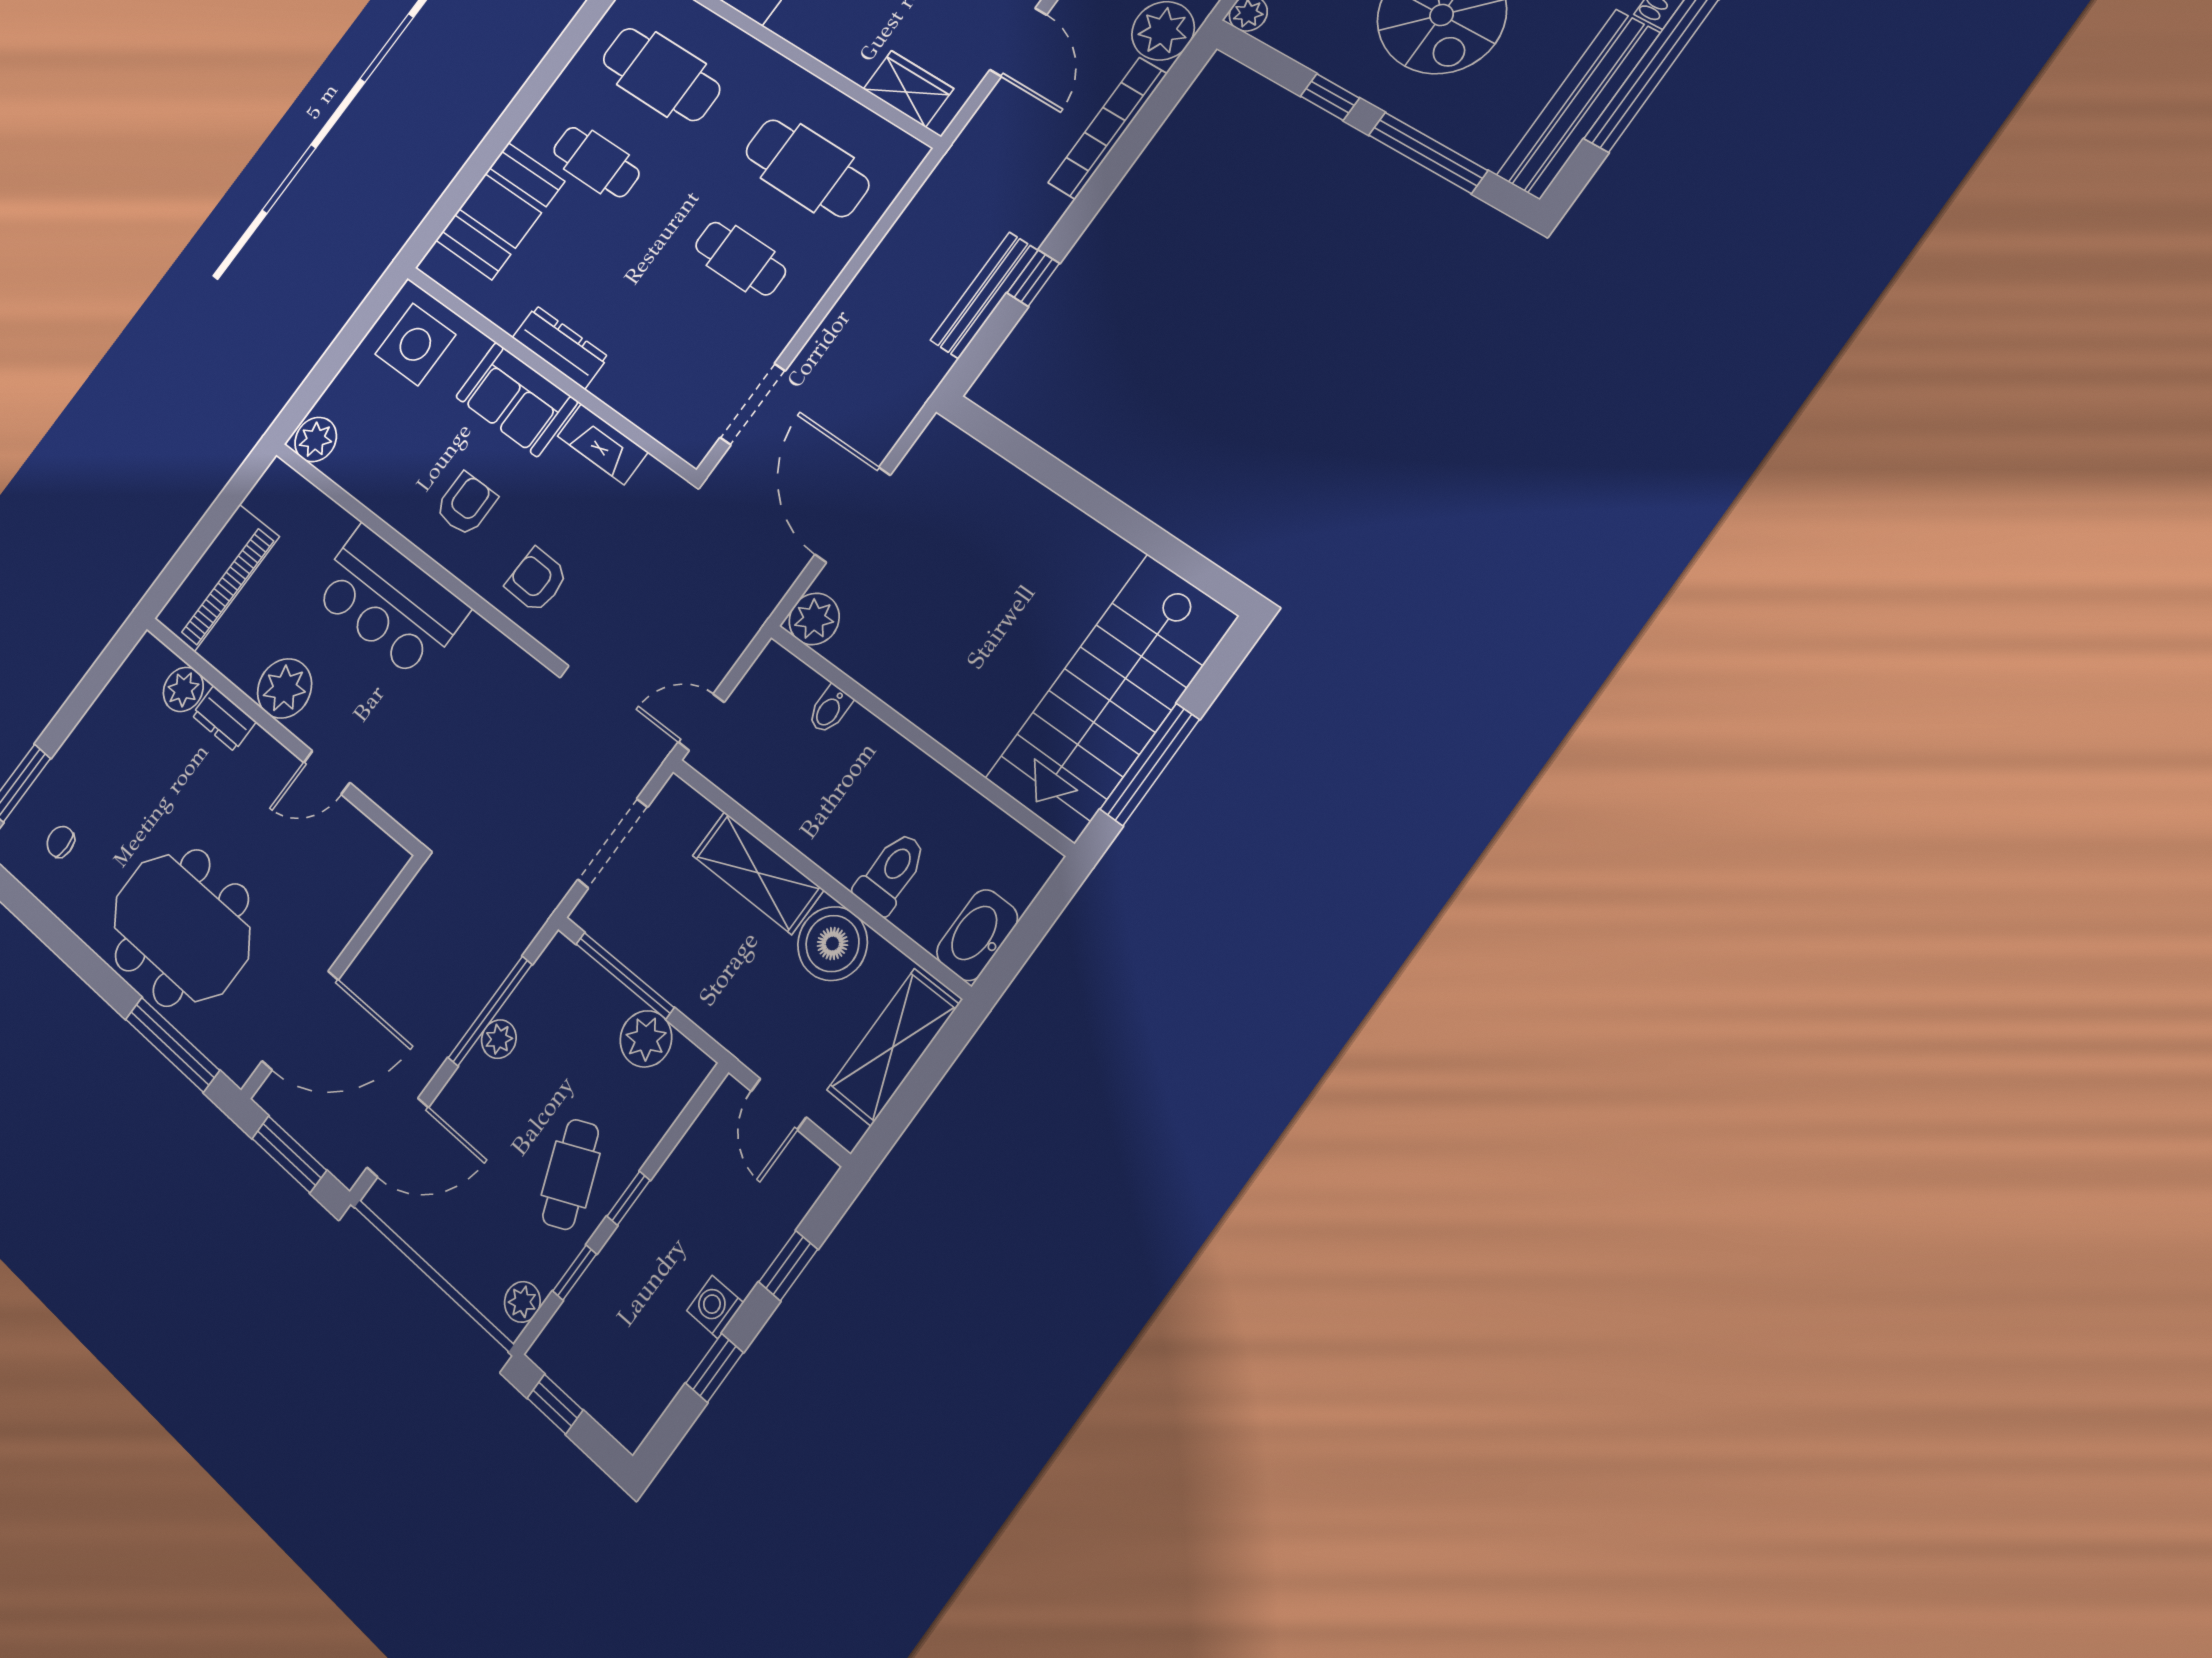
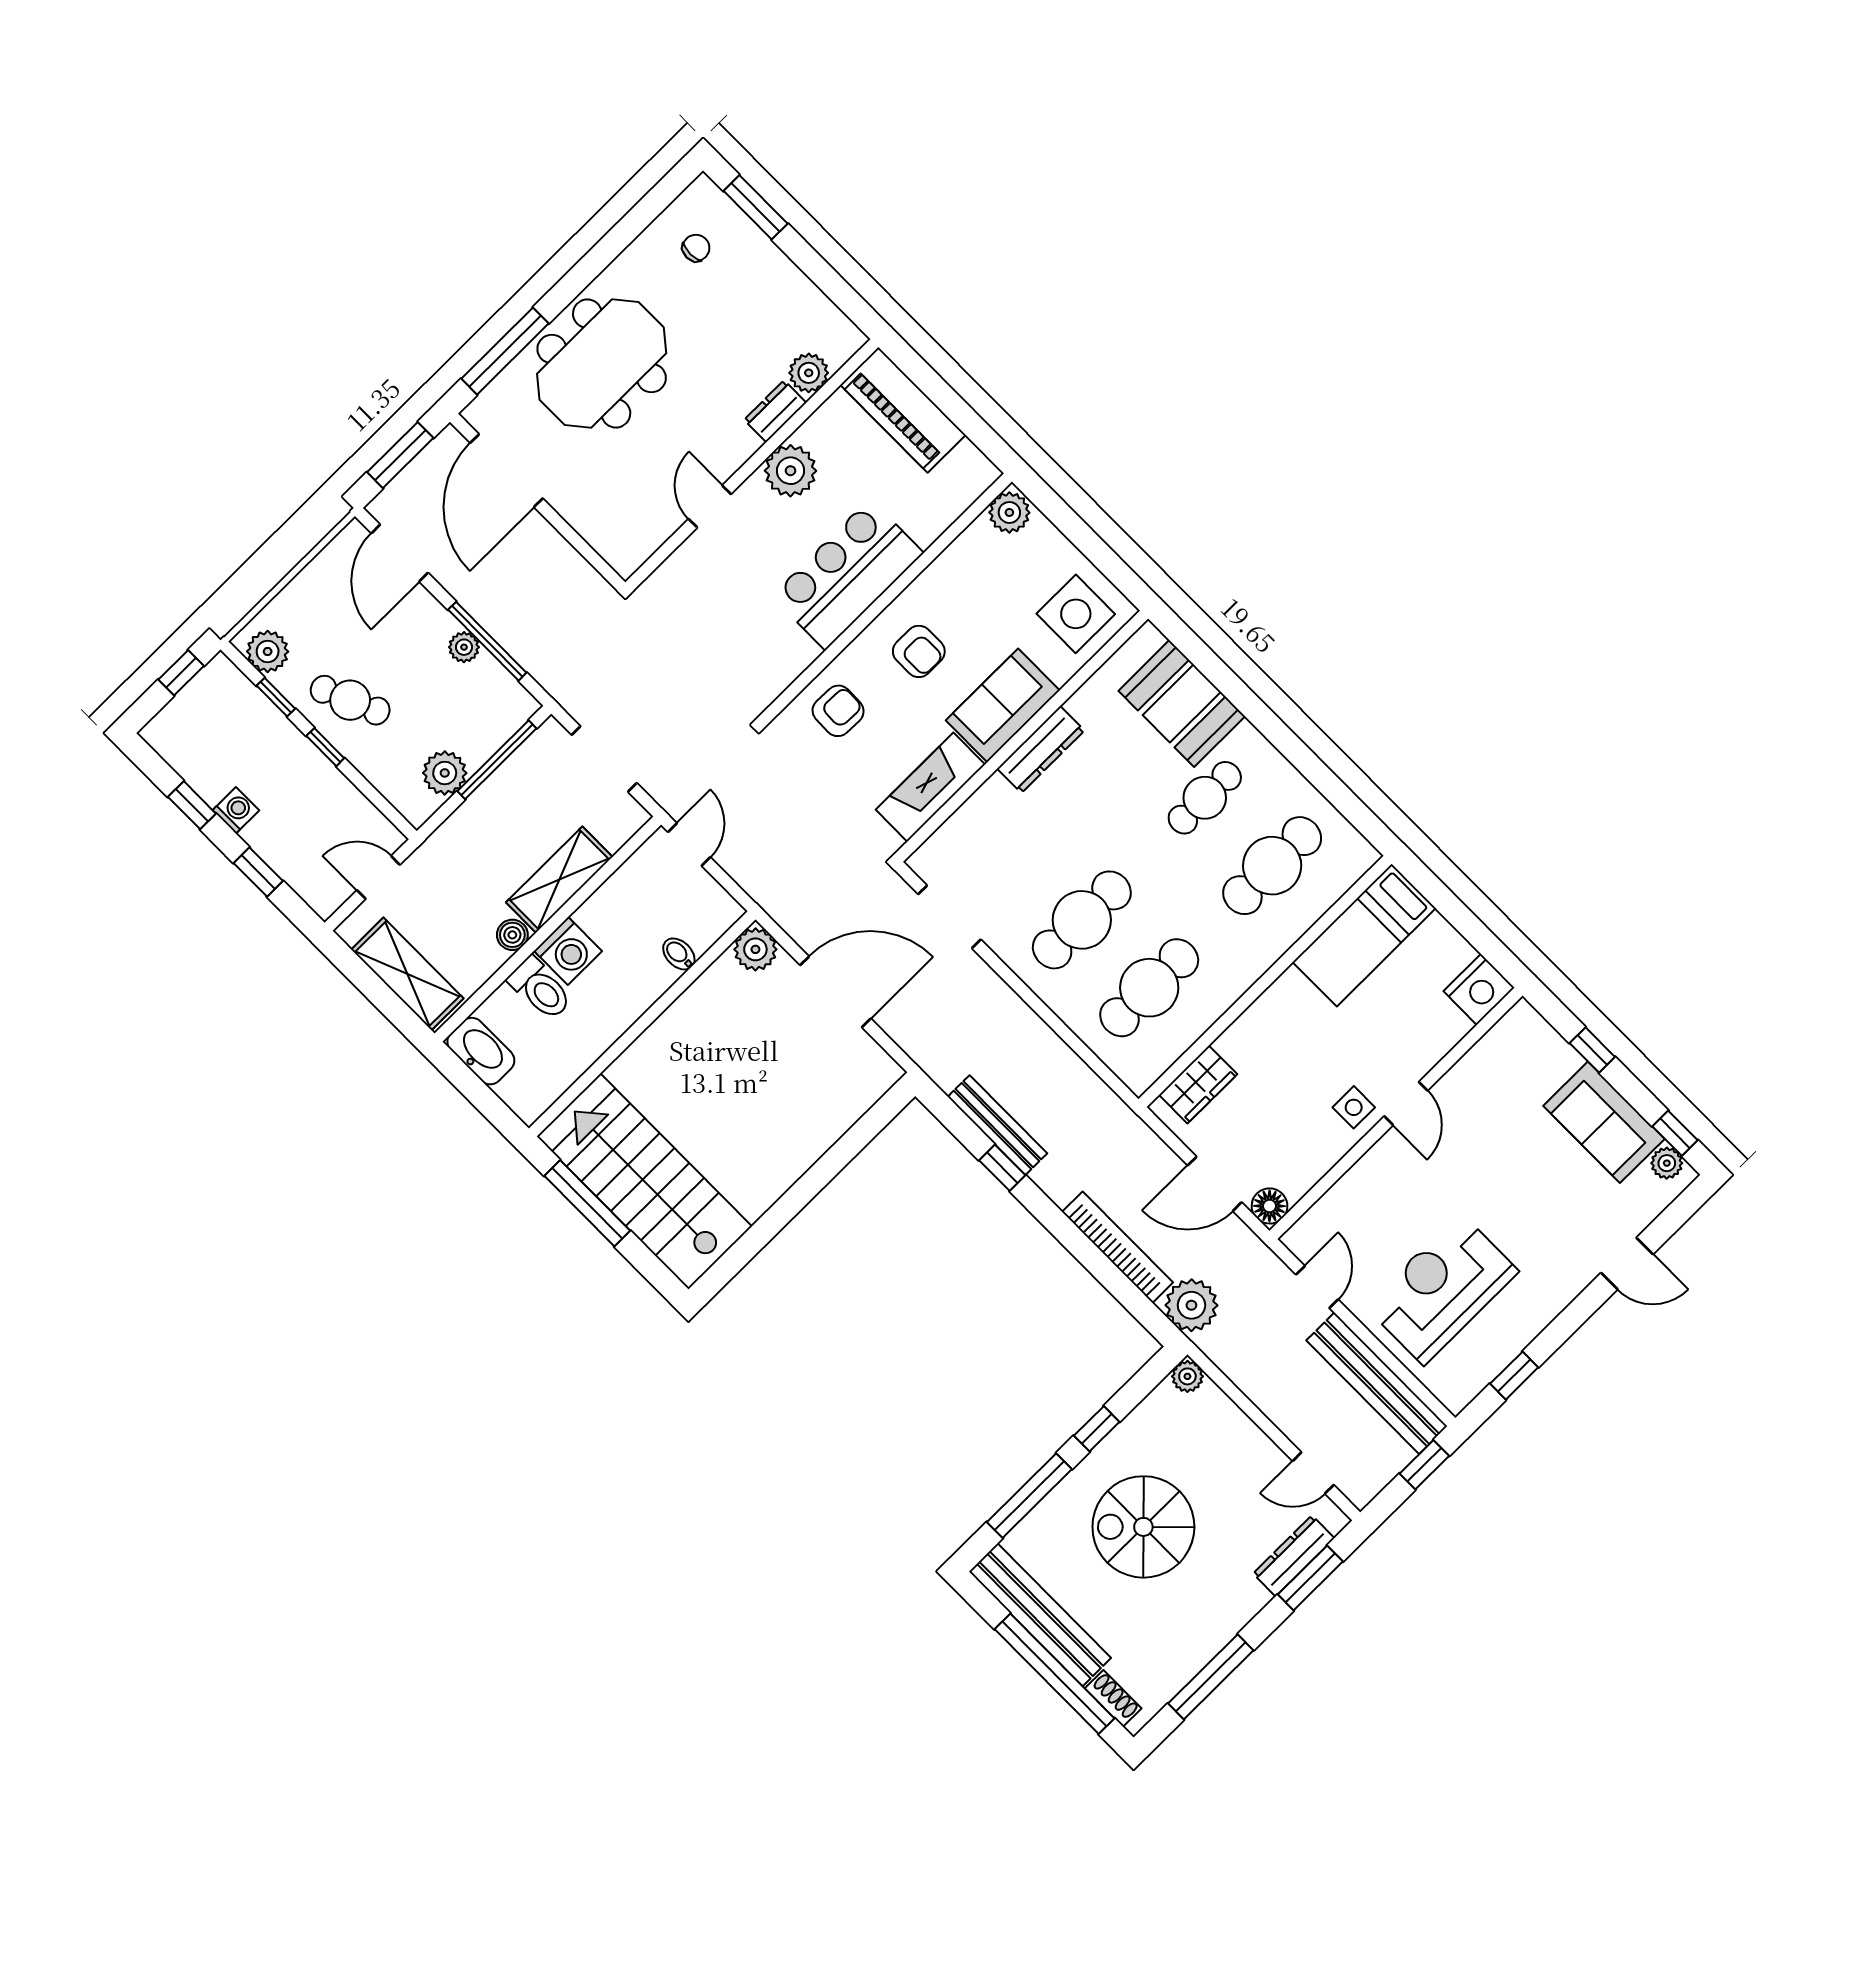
cafe table: (740, 258) -> (1082, 920), width x1.37, depth x1.35
fireplace: (603, 444) -> (930, 787), width x1.37, depth x1.32
washing machine: (842, 846) -> (568, 951), added
boiler: (832, 944) -> (512, 935), width x0.54, depth x0.54
plant: (522, 1302) -> (268, 651), width x1.38, depth x1.38

